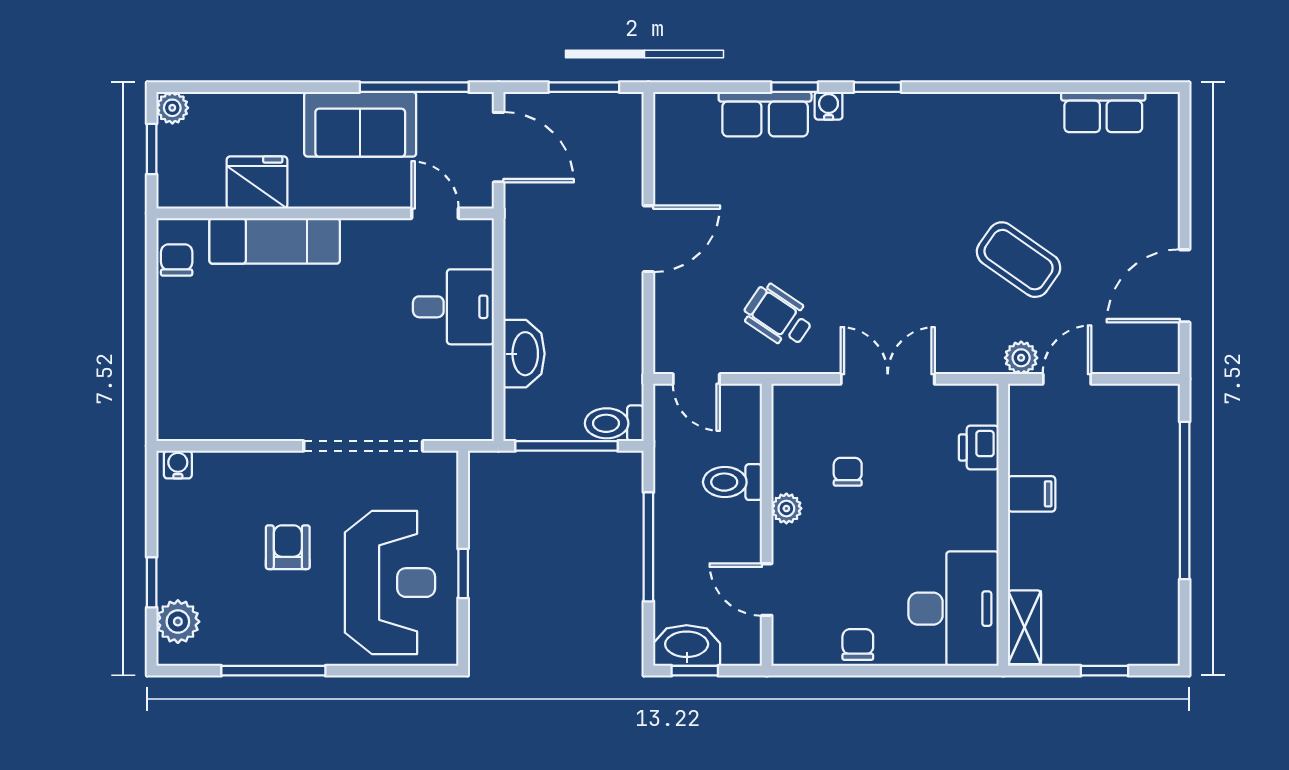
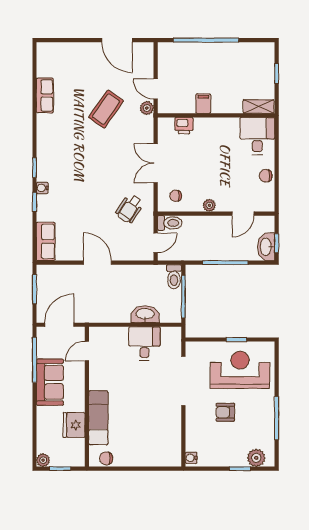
row of seats: (1103, 112) -> (45, 95), moved
row of seats: (765, 114) -> (46, 241), moved
desk: (453, 307) -> (144, 344), moved
chair: (848, 472) -> (176, 196), moved
toilet: (732, 482) -> (170, 223), moved, turned -90
desk: (953, 609) -> (257, 136), width x0.73

